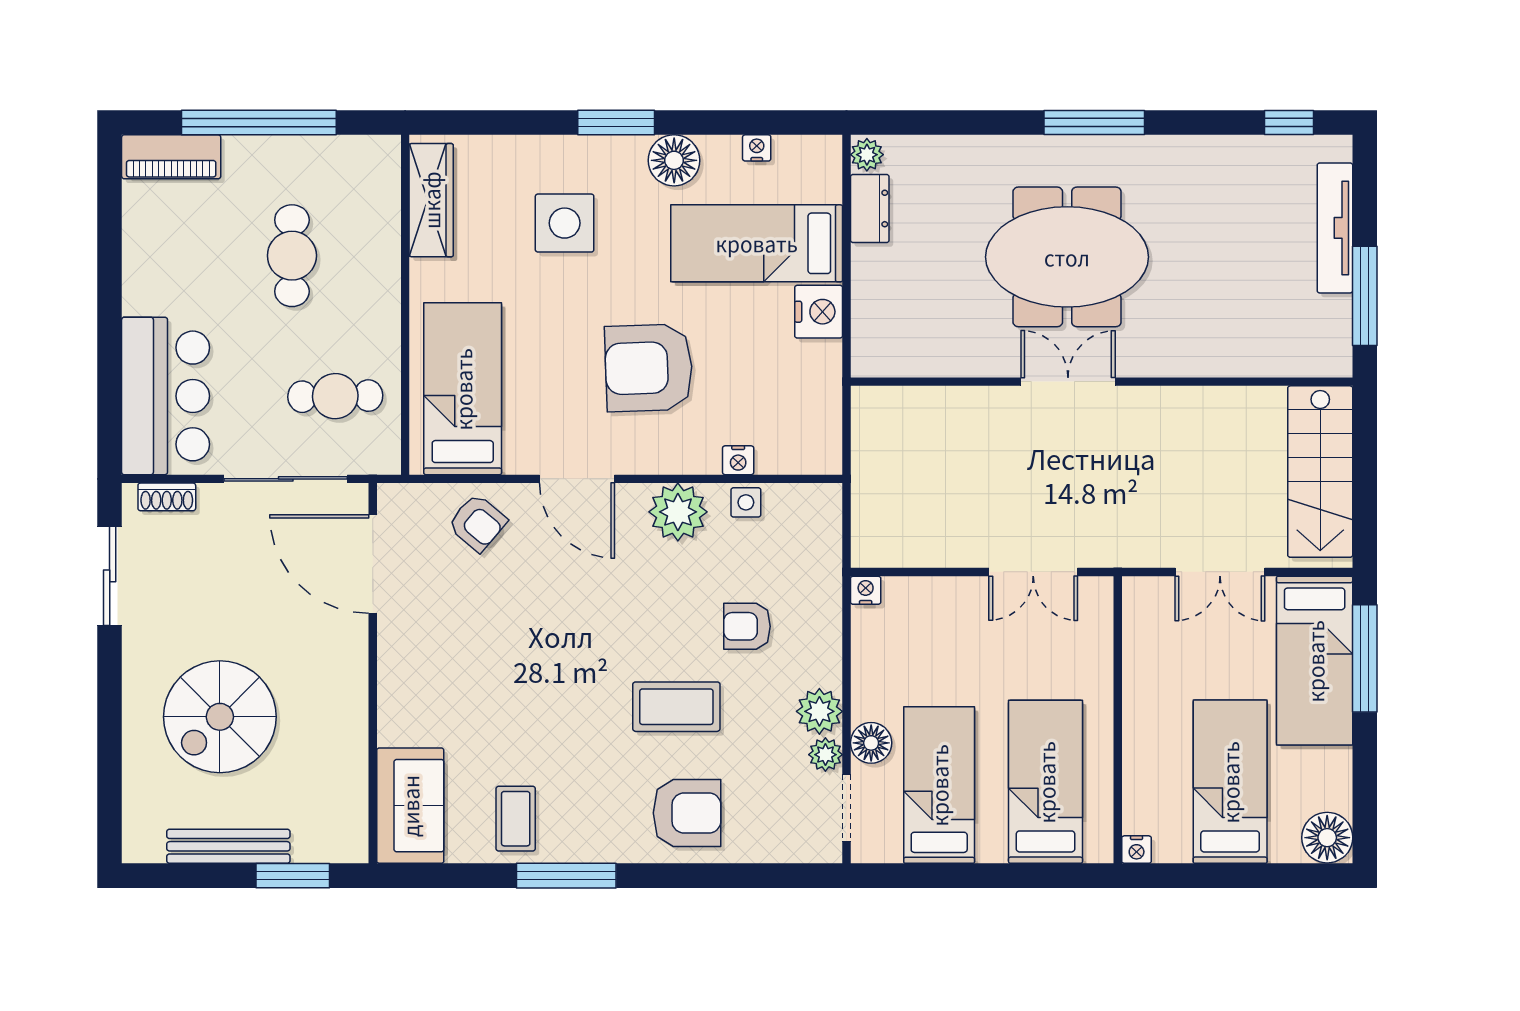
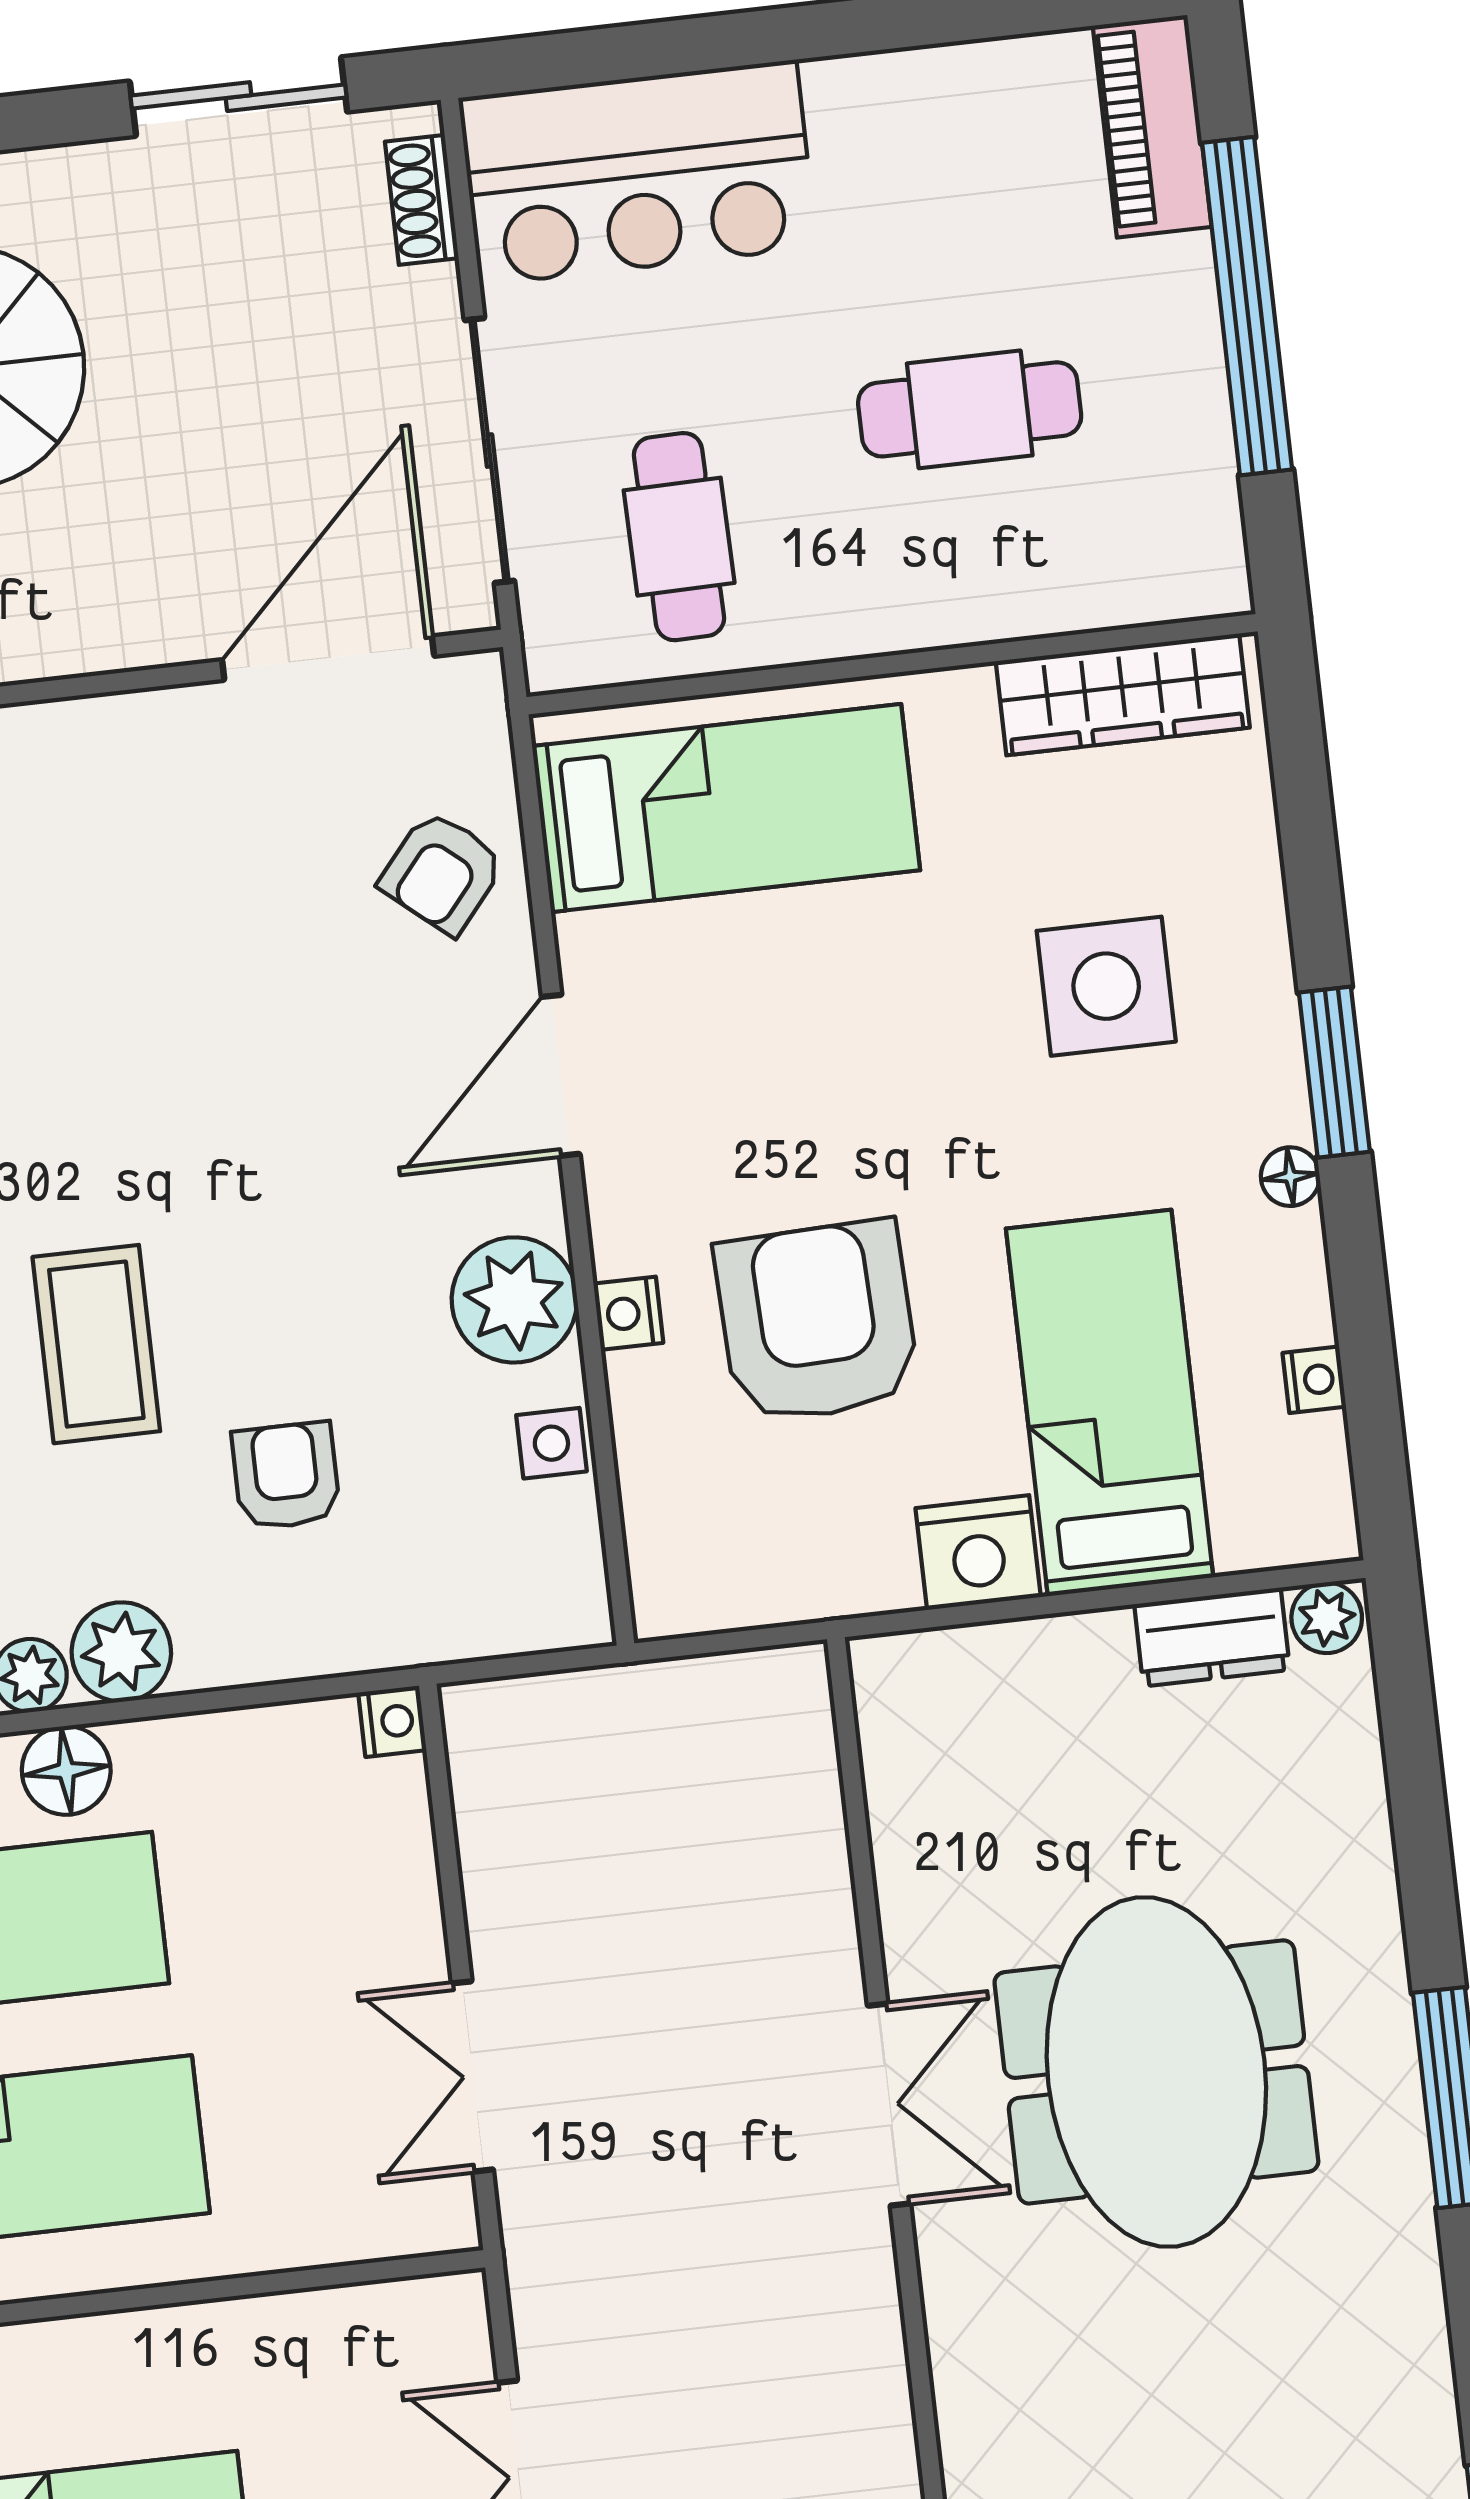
floor lamp: (674, 160) -> (1290, 1177), width x0.53, depth x0.53
armchair: (649, 368) -> (817, 1322), moved
nightstand: (738, 460) -> (628, 1313), moved

